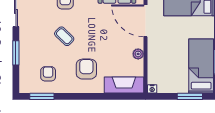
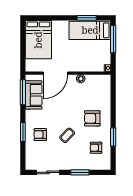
fireplace: (124, 85) -> (104, 90), removed
window: (42, 96) -> (113, 137), moved
window: (190, 96) -> (113, 39), width x1.44

